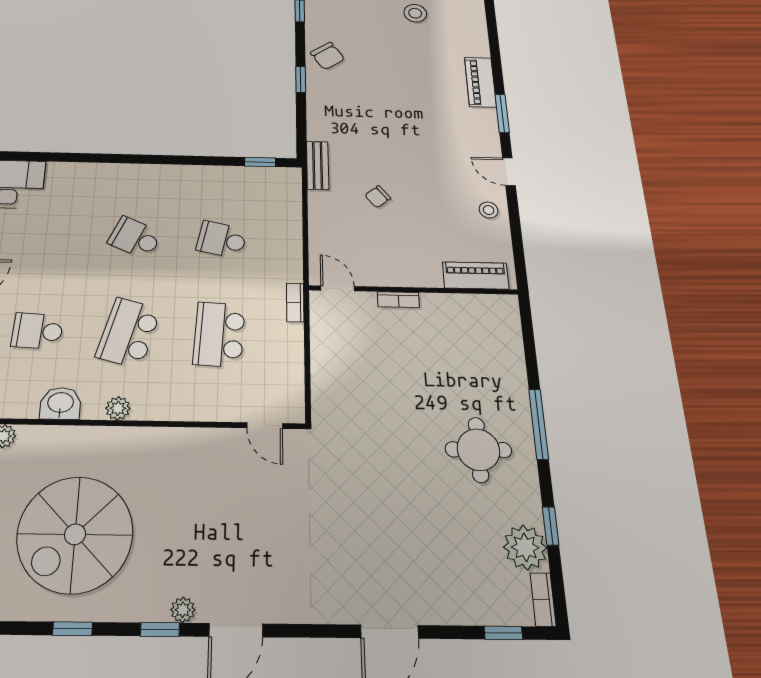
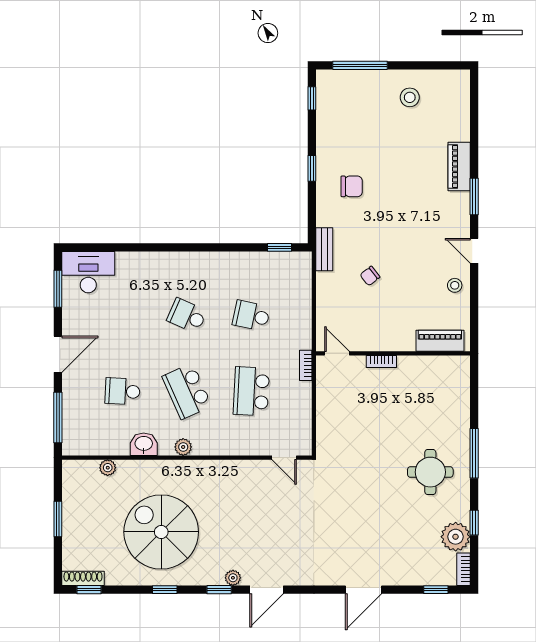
chair: (327, 56) -> (352, 186), moved, turned -56
school desk: (129, 333) -> (187, 391), turned -39
spiral stairs: (75, 534) -> (161, 532), turned 90

